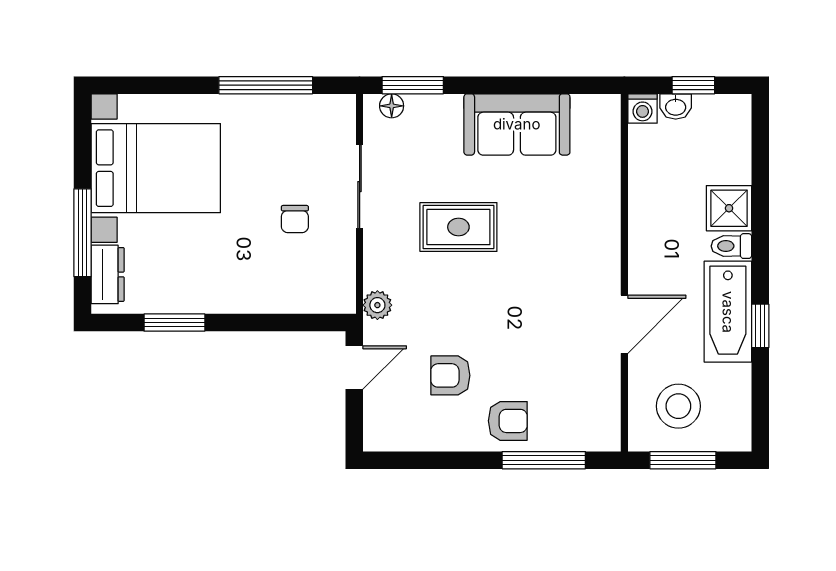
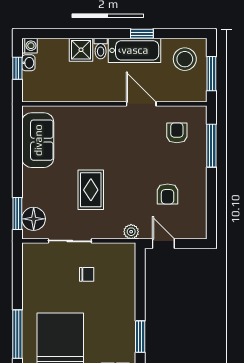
window: (266, 85) -> (17, 334), moved
floor lamp: (392, 106) -> (34, 219), width x1.89, depth x1.89
washbasin: (676, 107) -> (28, 63), moved
washing machine: (643, 108) -> (29, 46), moved
sofa: (517, 124) -> (38, 140), moved
stool: (678, 406) -> (185, 59), moved
armchair: (508, 421) -> (177, 133), moved

